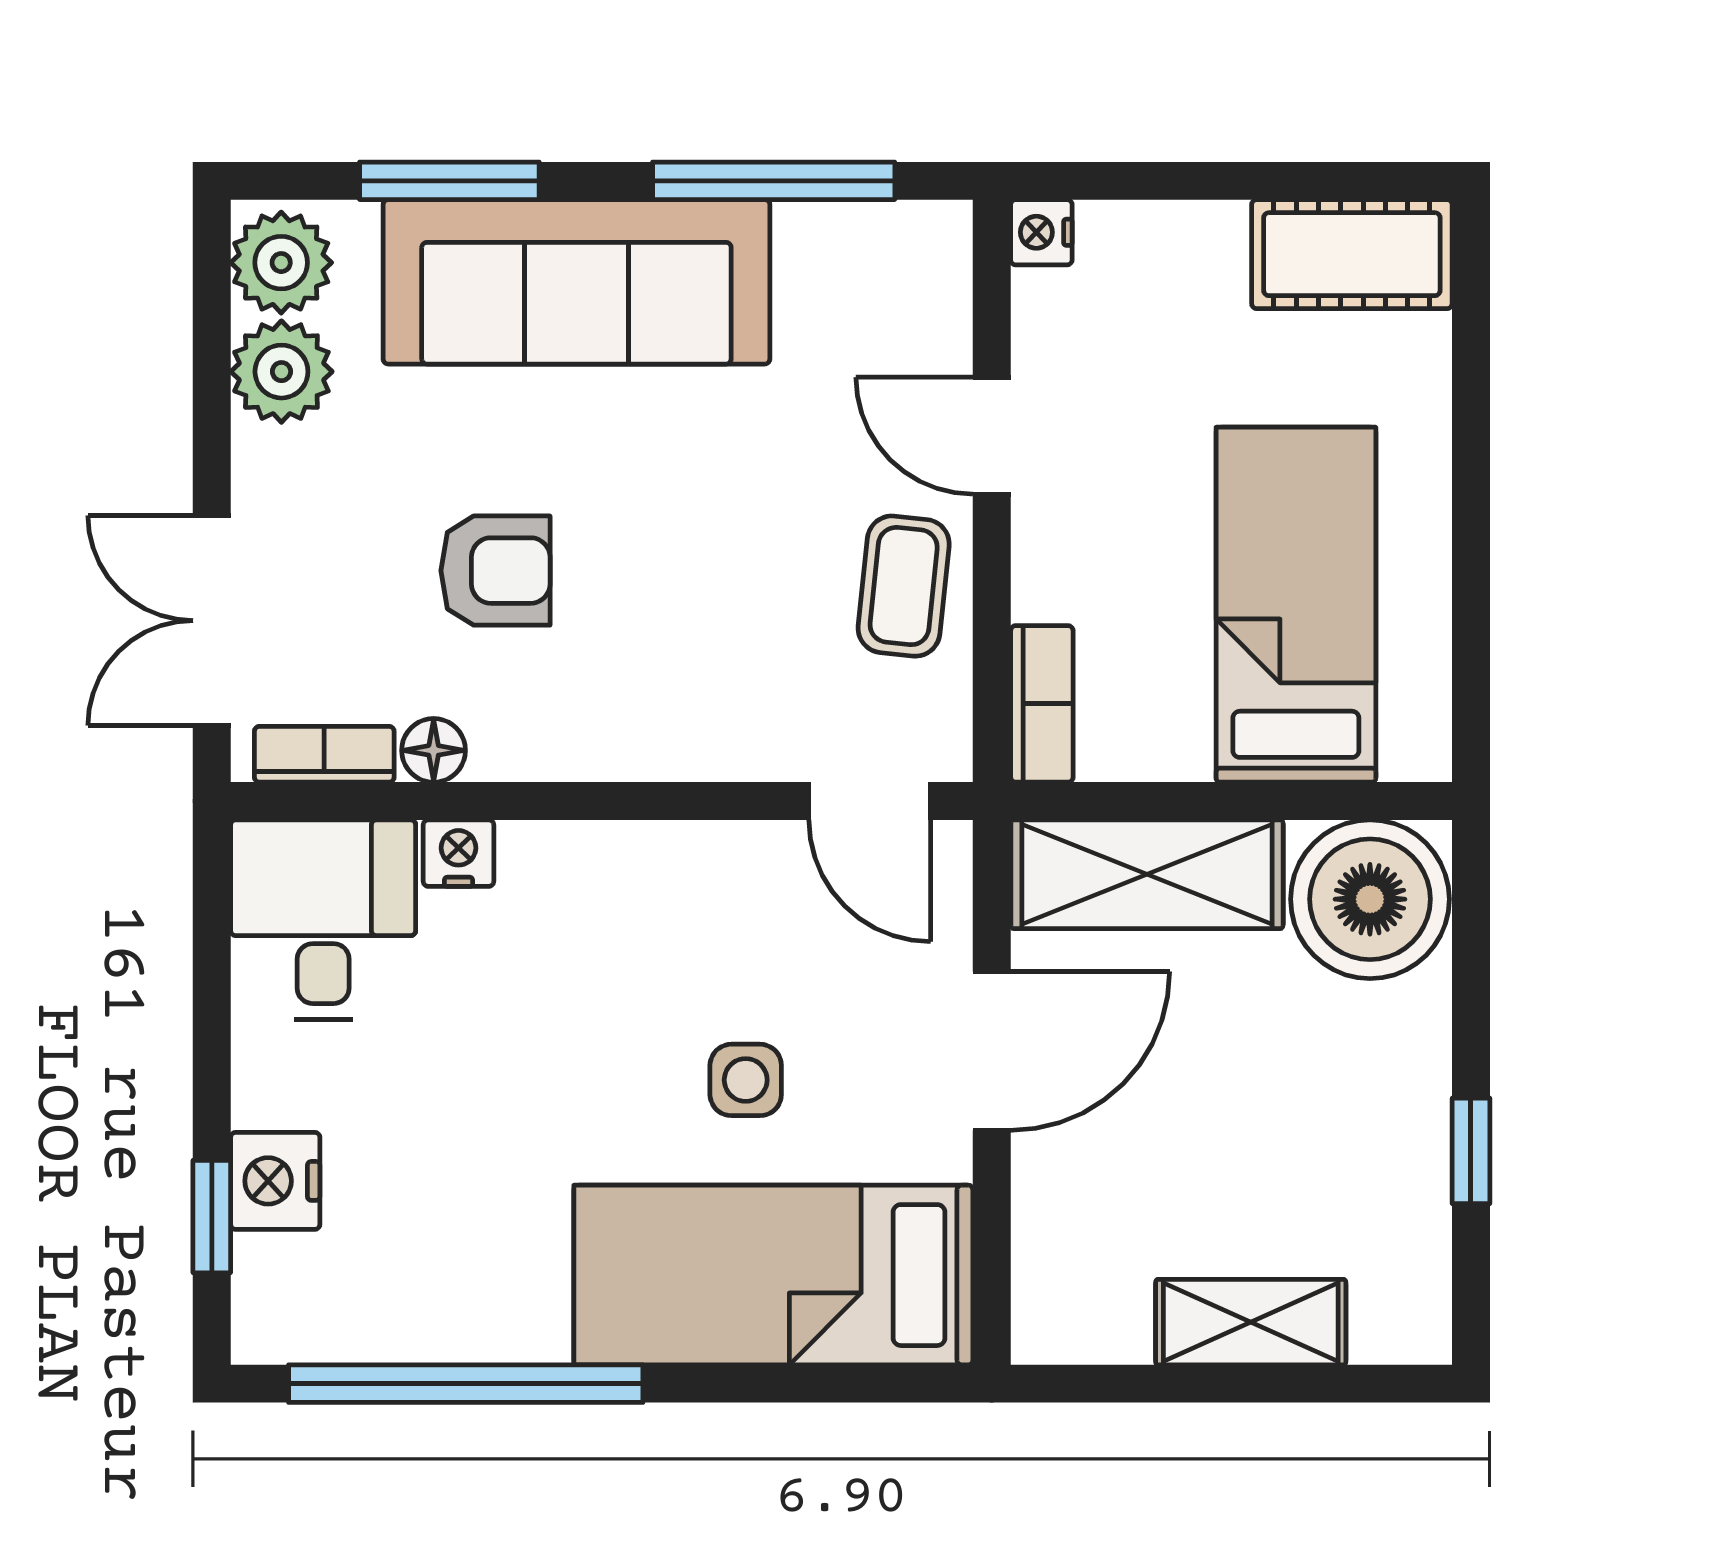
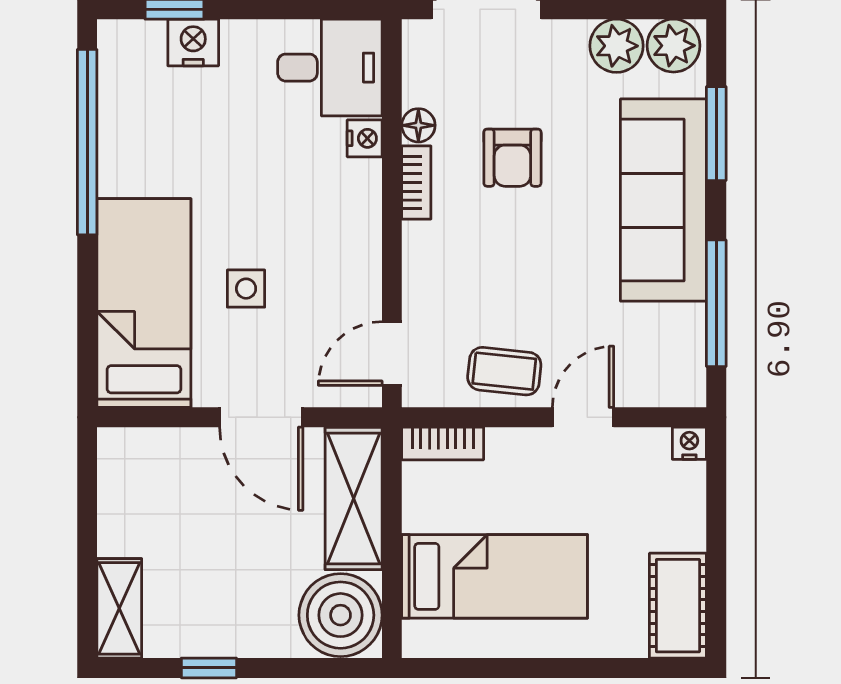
bookcase: (324, 754) -> (416, 183), moved
shelving: (1251, 1322) -> (119, 608), moved

